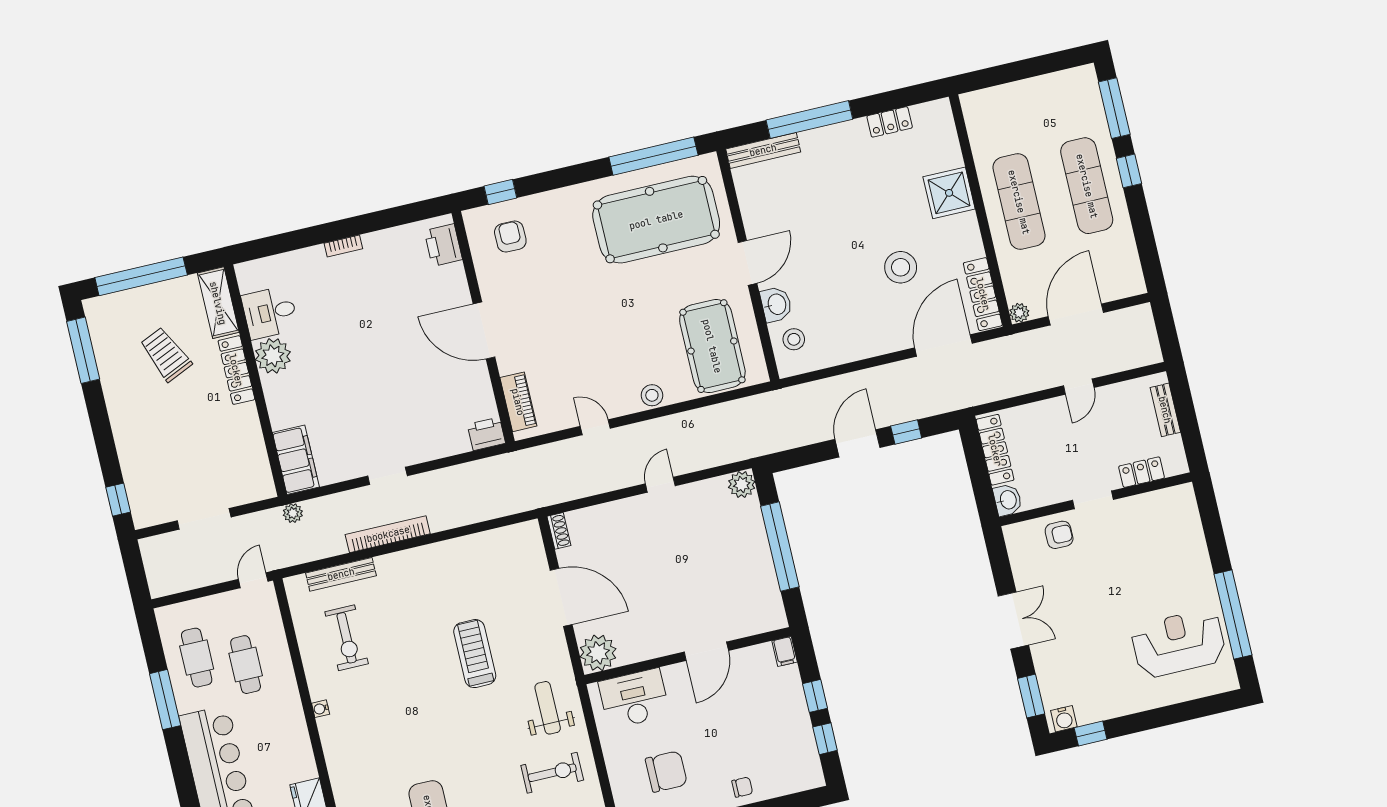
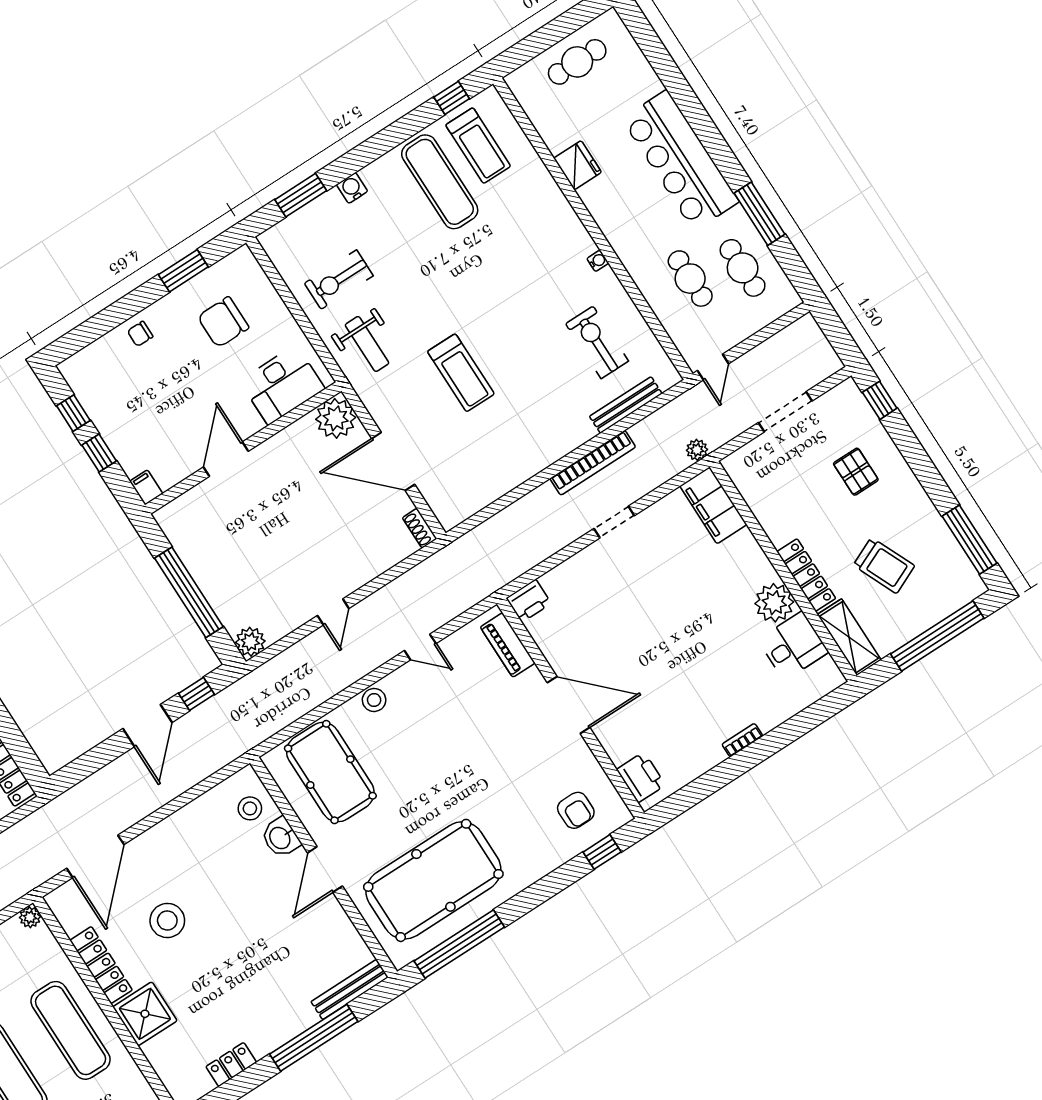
locker: (983, 294) -> (101, 965), moved
window: (906, 432) -> (197, 694), moved
pallet: (161, 445) -> (856, 472), added

